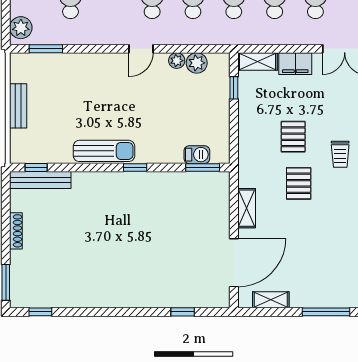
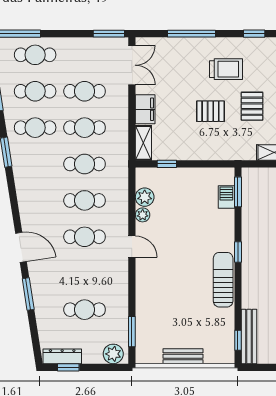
trolley: (340, 154) -> (226, 69), width x1.36, depth x1.39
pallet: (299, 183) -> (252, 106), turned 90

